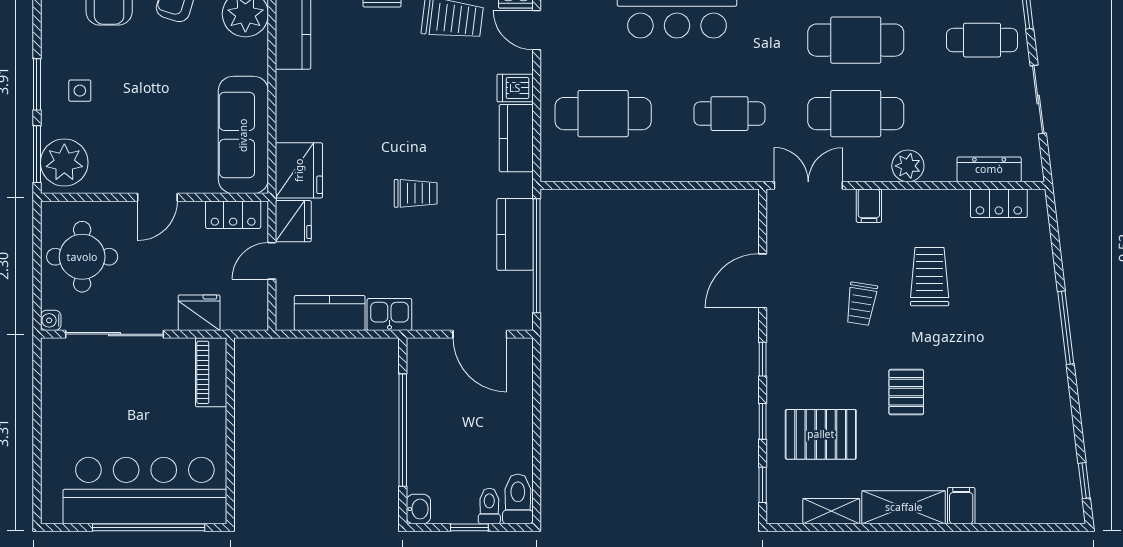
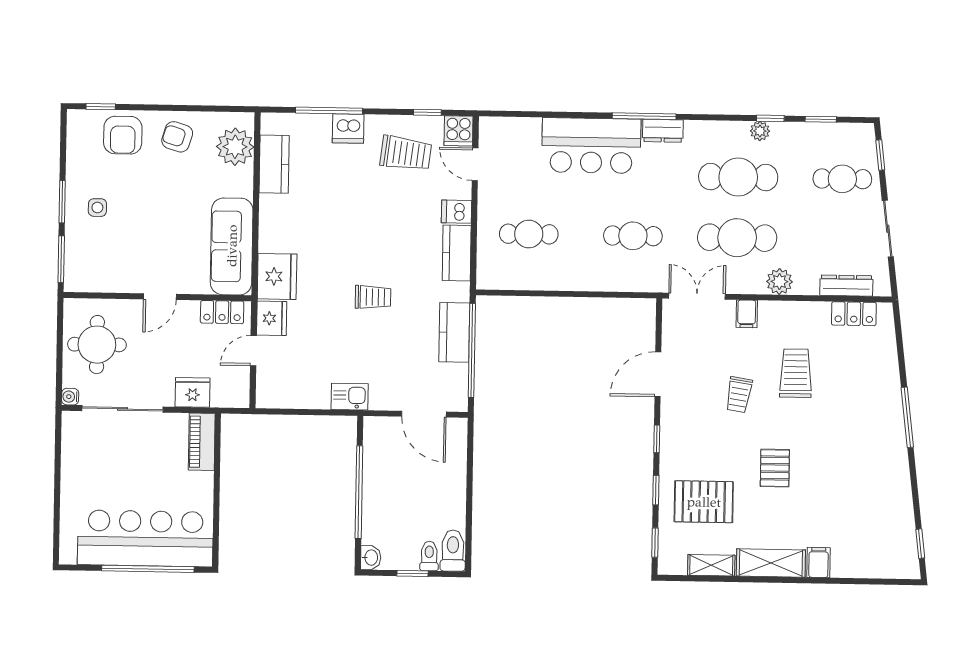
cafe table: (603, 114) -> (529, 234), width x0.73, depth x0.74
plant: (64, 163) -> (84, 267), removed
kitchen counter: (330, 313) -> (300, 395), removed

